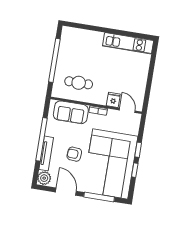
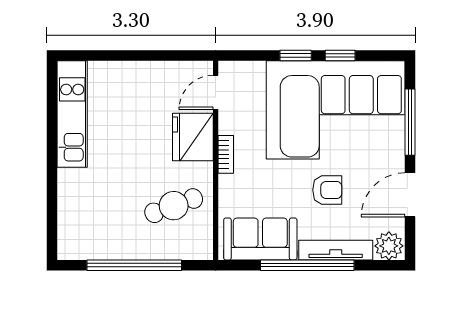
cafe table: (79, 83) -> (174, 206), turned 70
fridge: (113, 100) -> (193, 137), width x1.88, depth x1.34
sofa: (71, 112) -> (260, 239), moved, turned -90
armchair: (74, 154) -> (327, 190), turned -94

